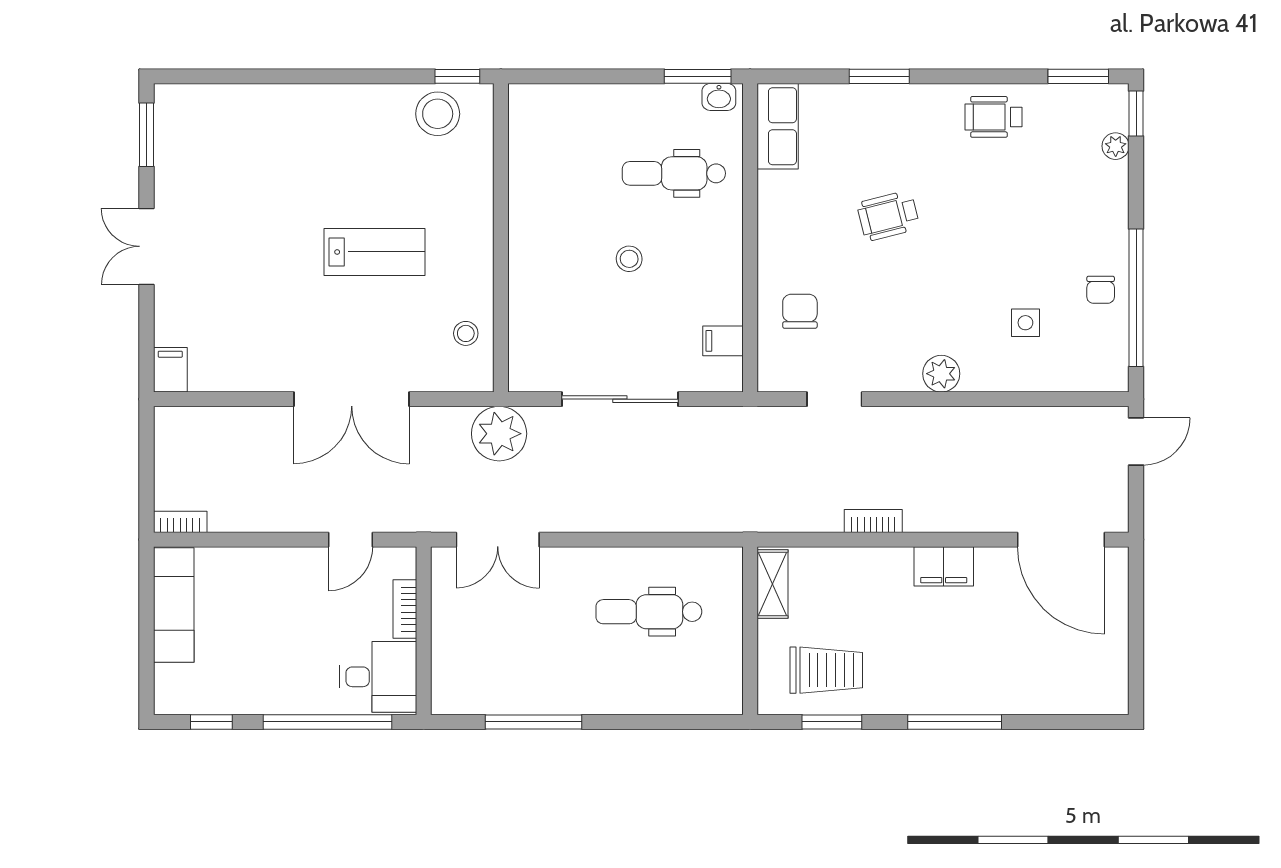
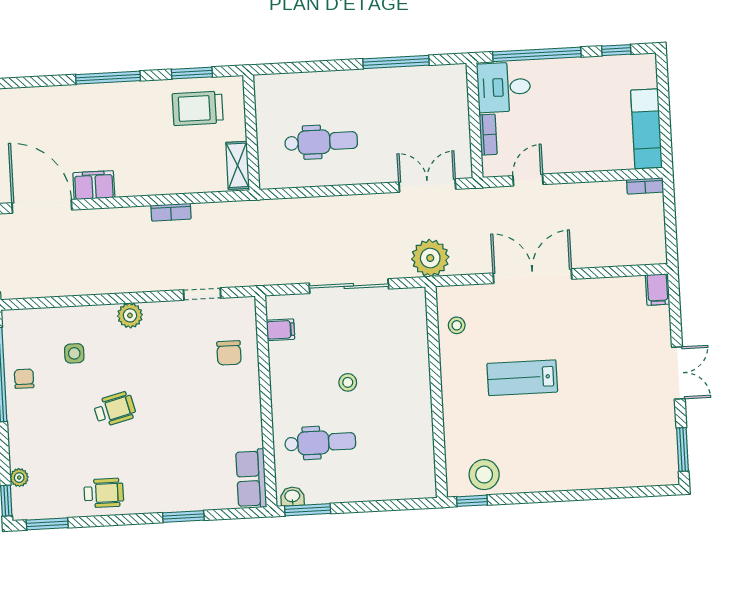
wheelchair: (888, 216) -> (115, 409), moved
filing cabinet: (944, 566) -> (94, 185), moved

